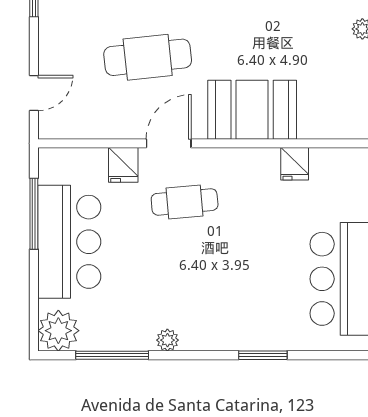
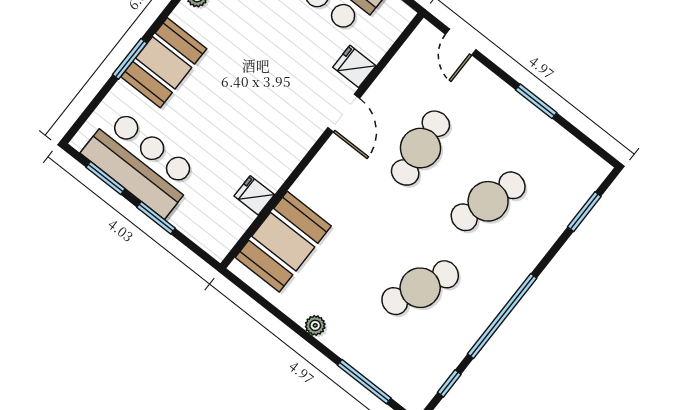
booth: (252, 110) -> (283, 242), moved
cafe table: (185, 202) -> (291, 91), removed
booth: (244, 325) -> (164, 63), added

